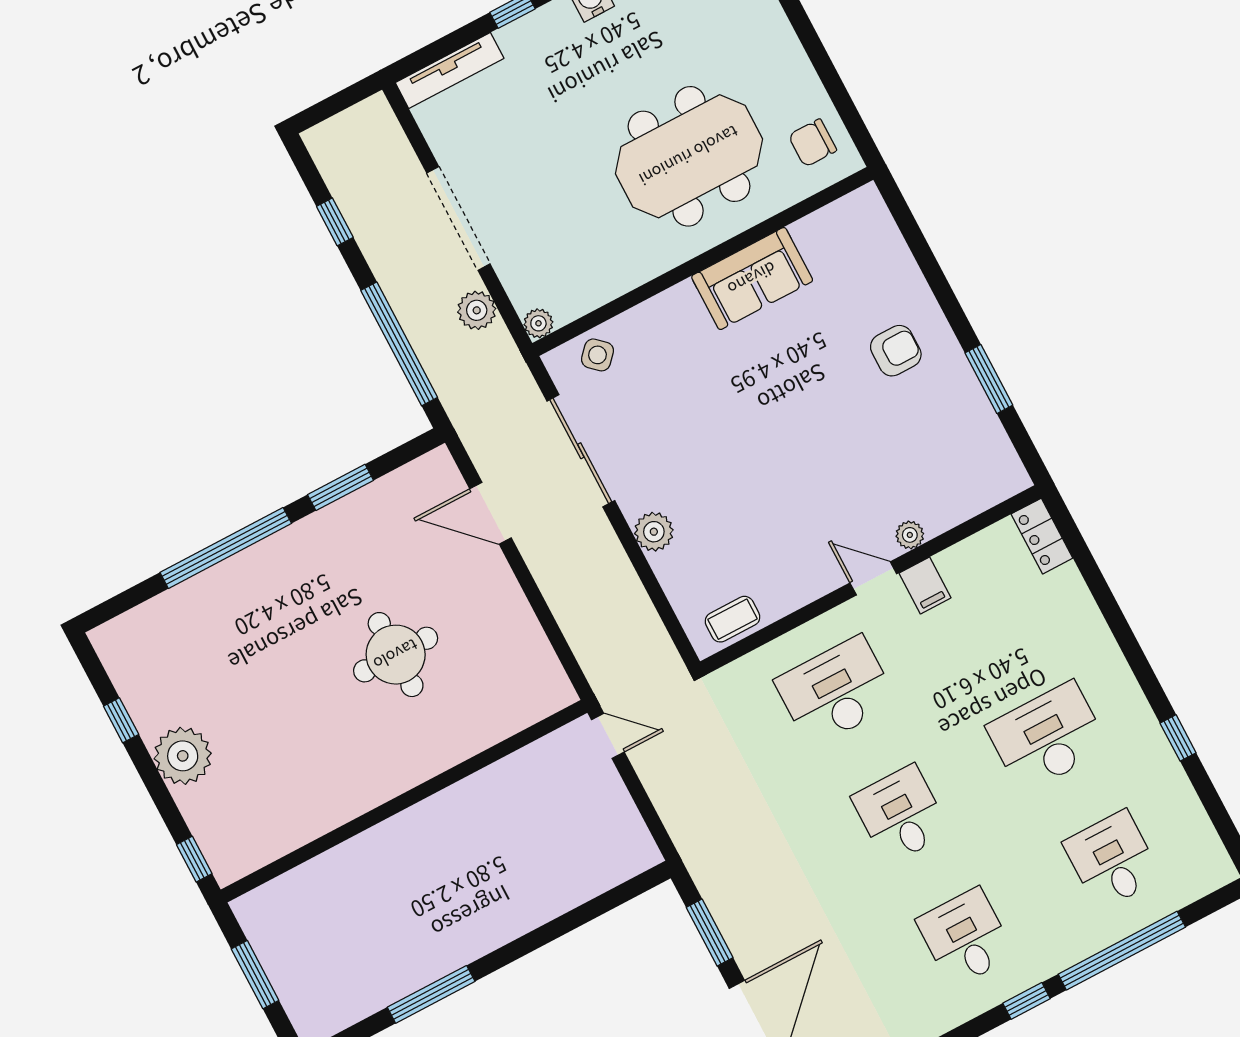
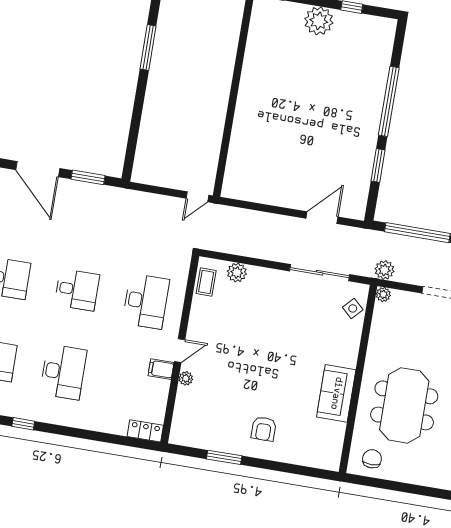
plant: (477, 310) -> (384, 270), moved
plant: (654, 532) -> (237, 272), moved
round table: (396, 655) -> (294, 137), removed

